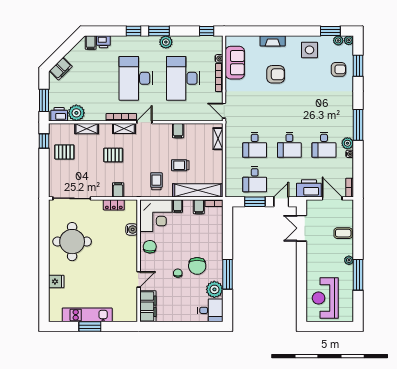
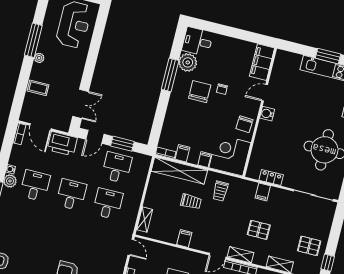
water cooler: (132, 230) -> (267, 114), moved

